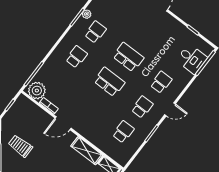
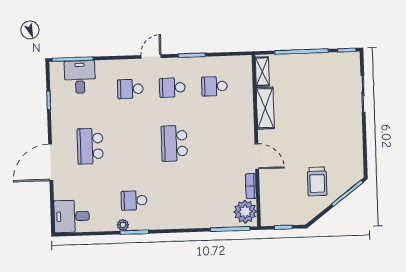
school desk: (76, 57) -> (176, 199), removed
school desk: (128, 57) -> (90, 146), moved
door: (170, 109) -> (151, 57), hinge flipped

